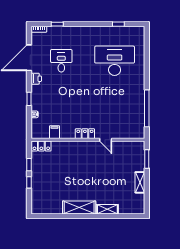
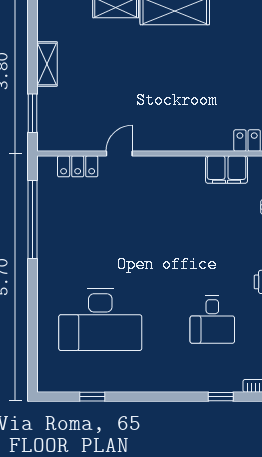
filing cabinet: (55, 132) -> (227, 170), width x2.00
locker: (85, 134) -> (78, 166), moved
door: (106, 140) -> (119, 154), hinge flipped

